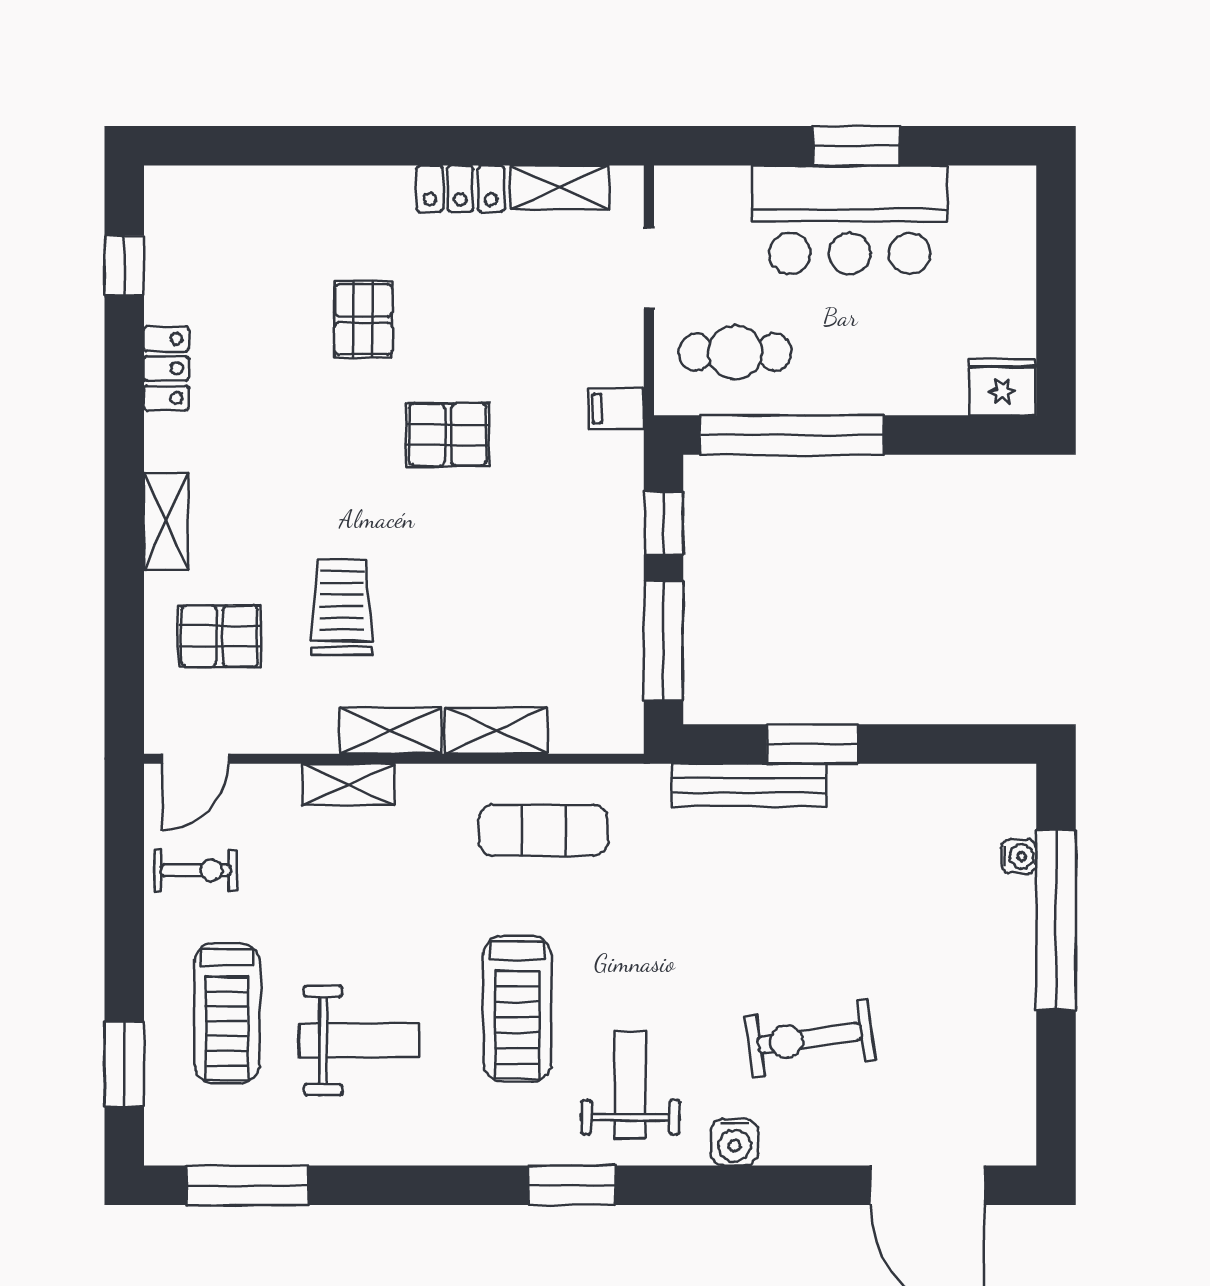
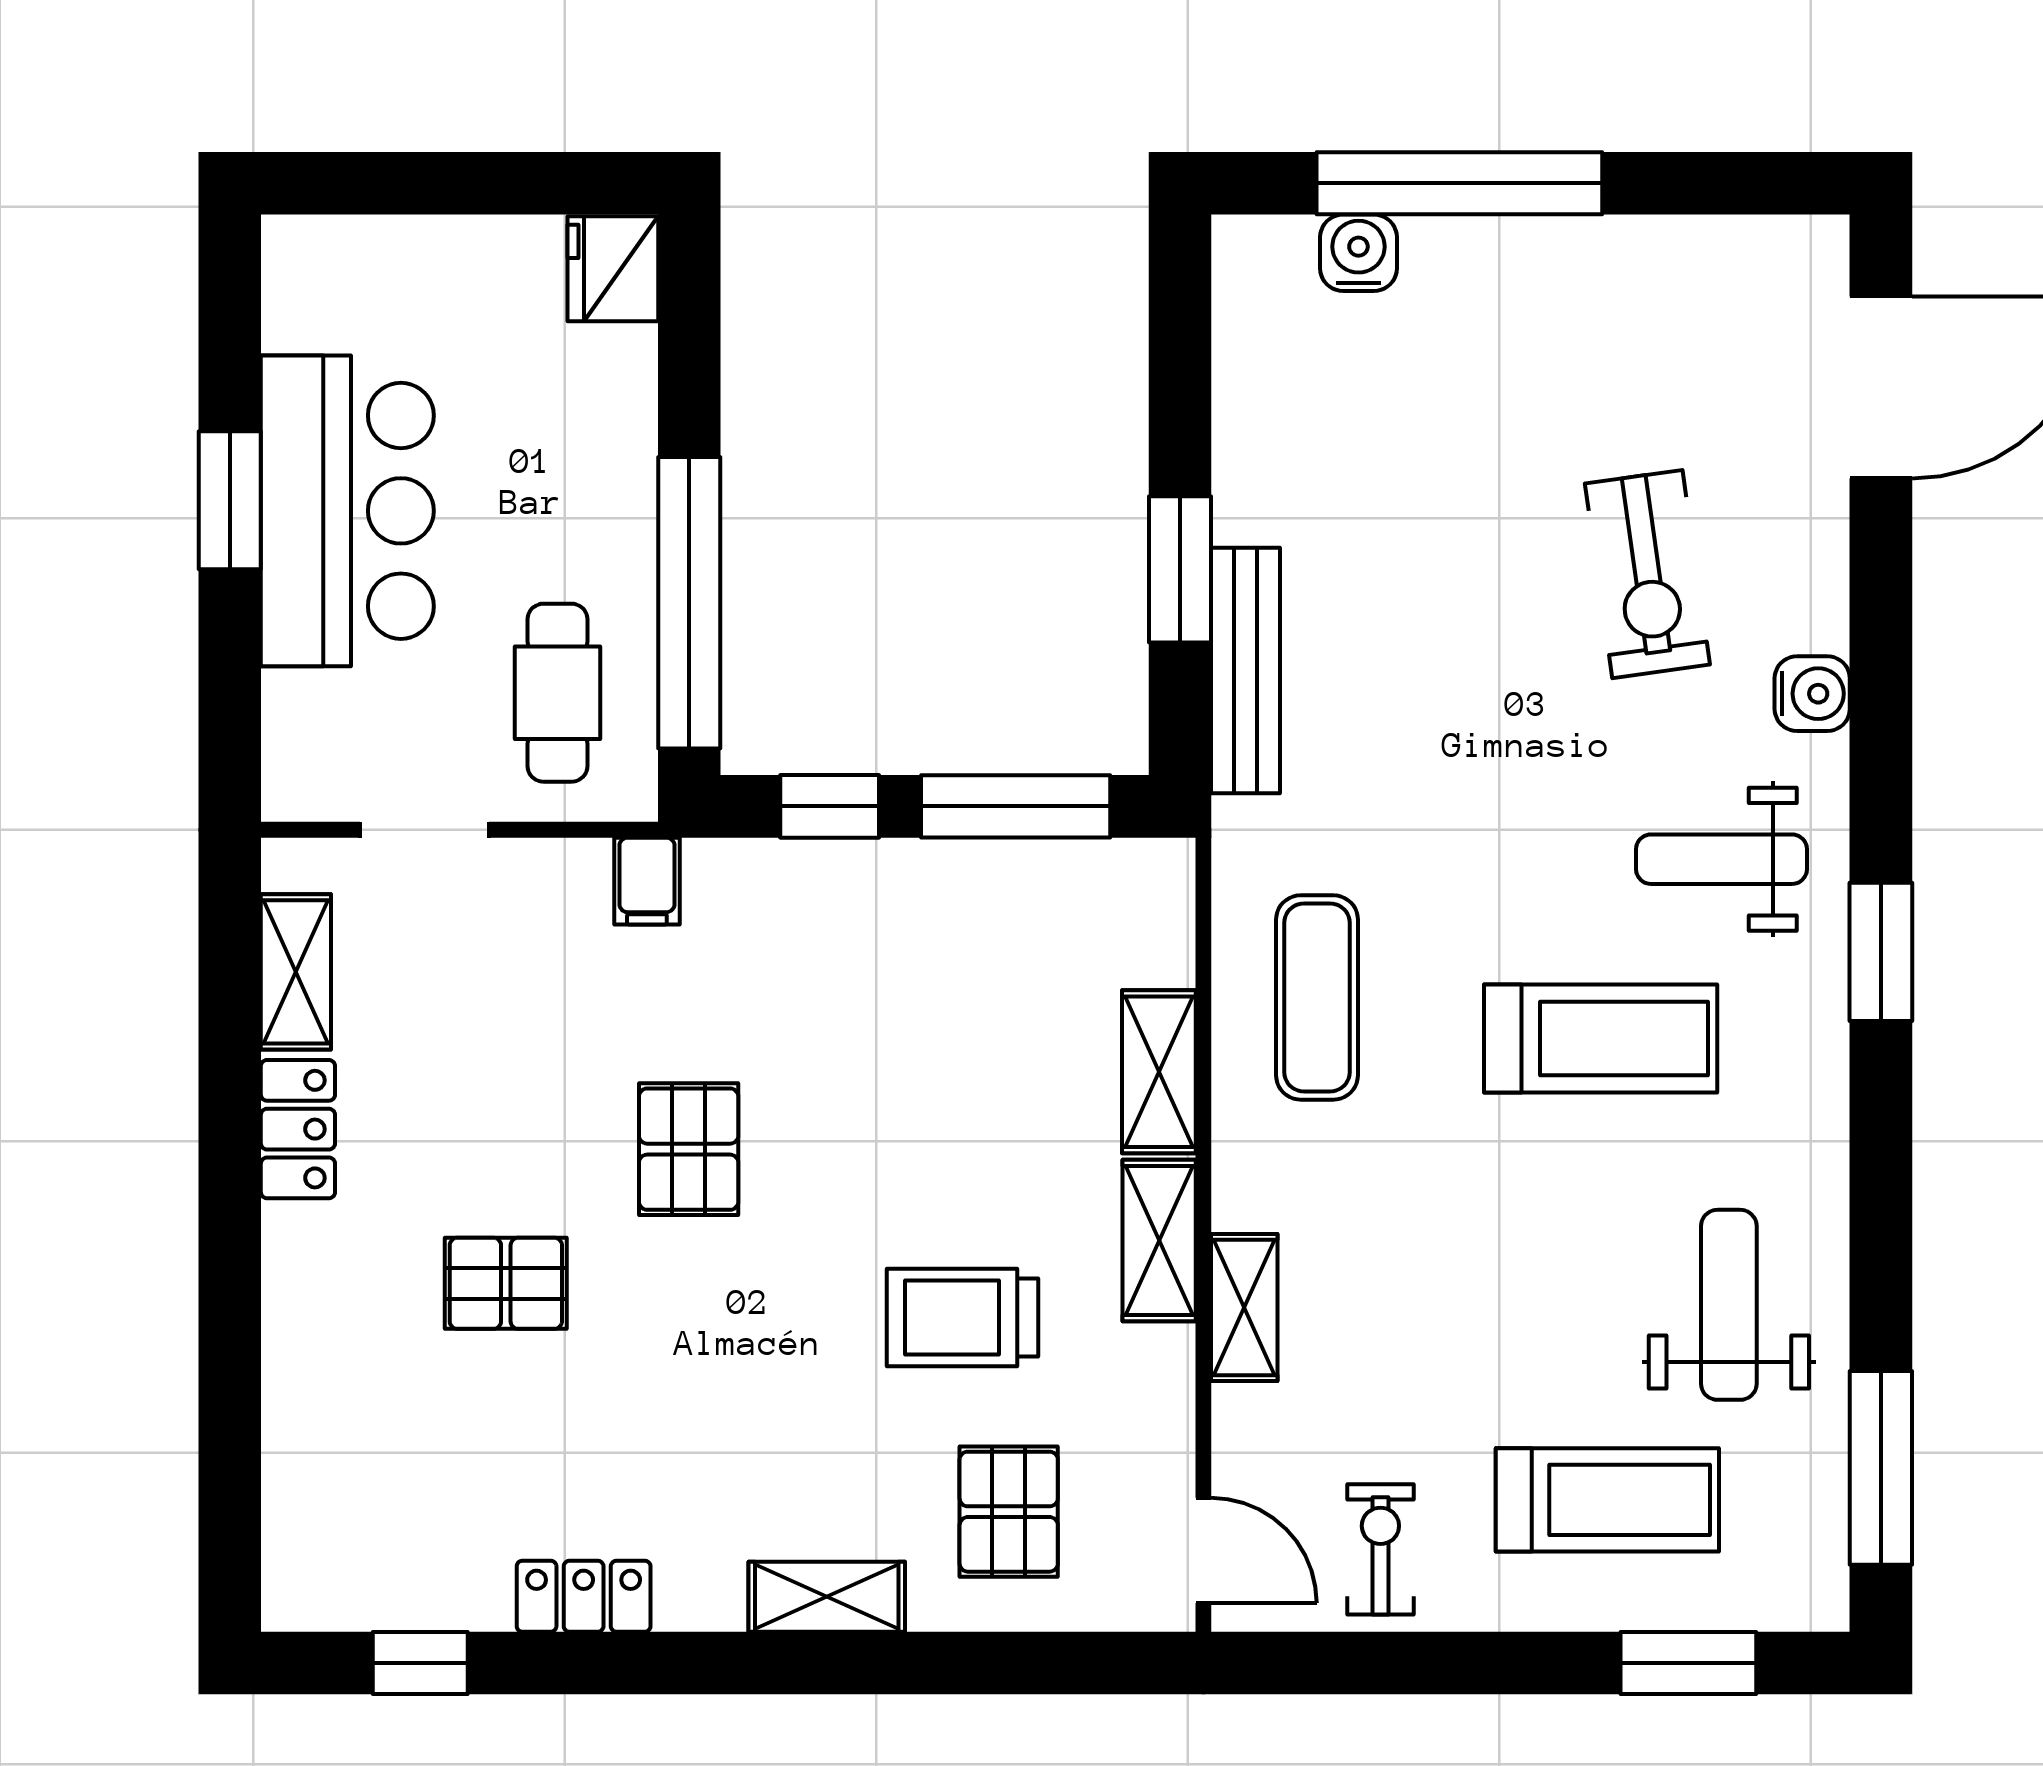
water cooler: (1019, 856) -> (1358, 253), width x1.38, depth x1.38
weight bench: (359, 1040) -> (1729, 1305), moved

